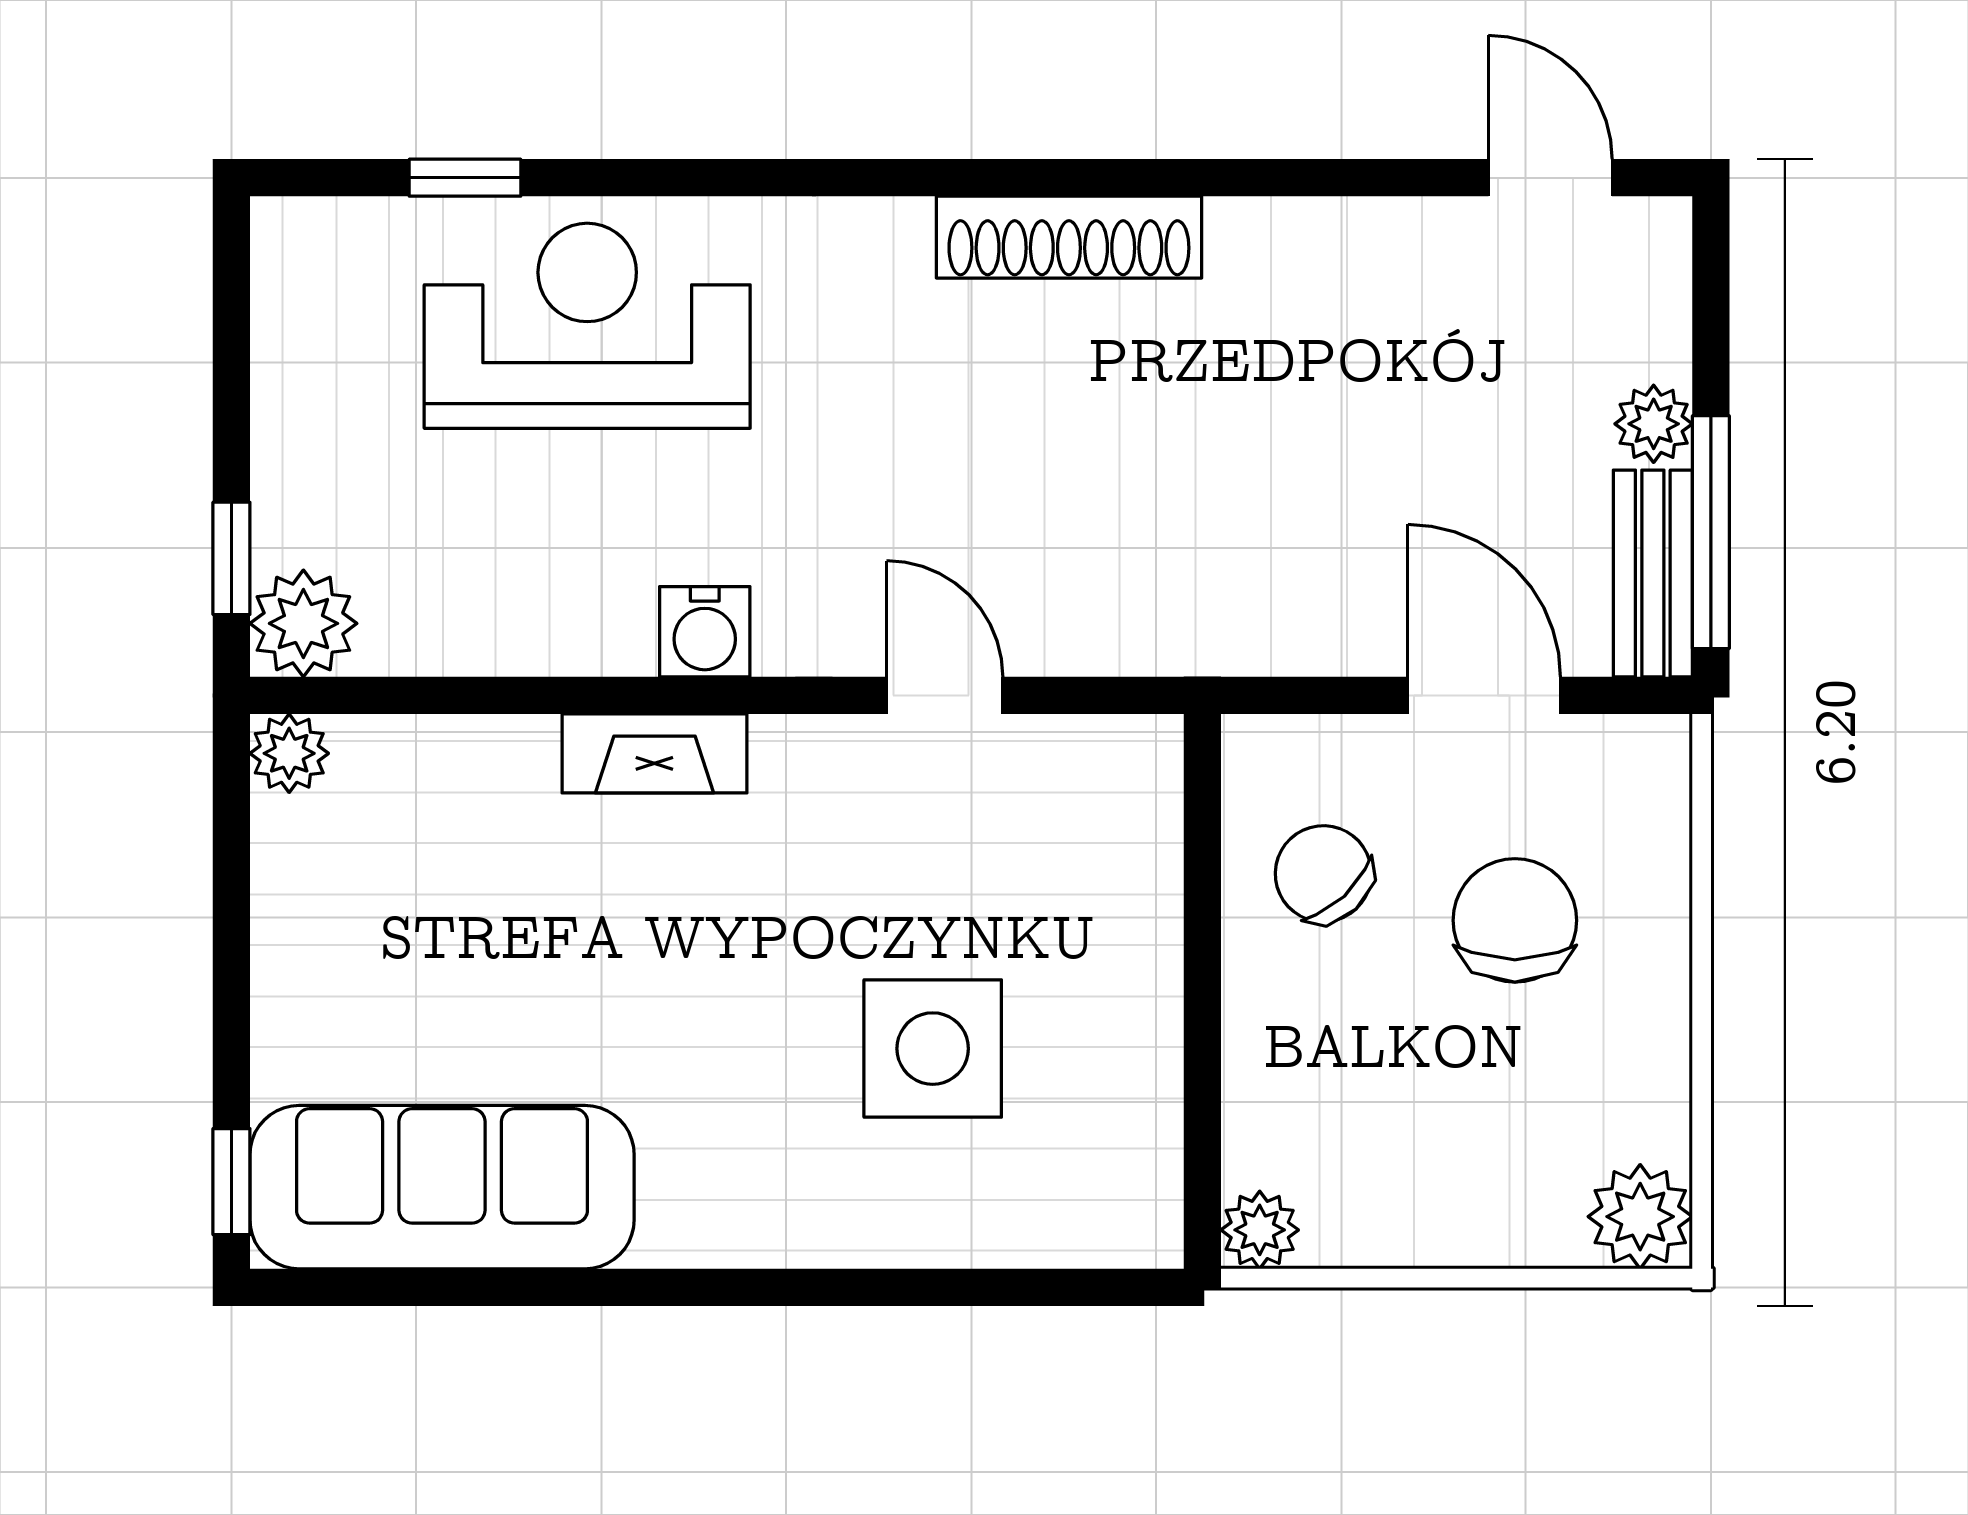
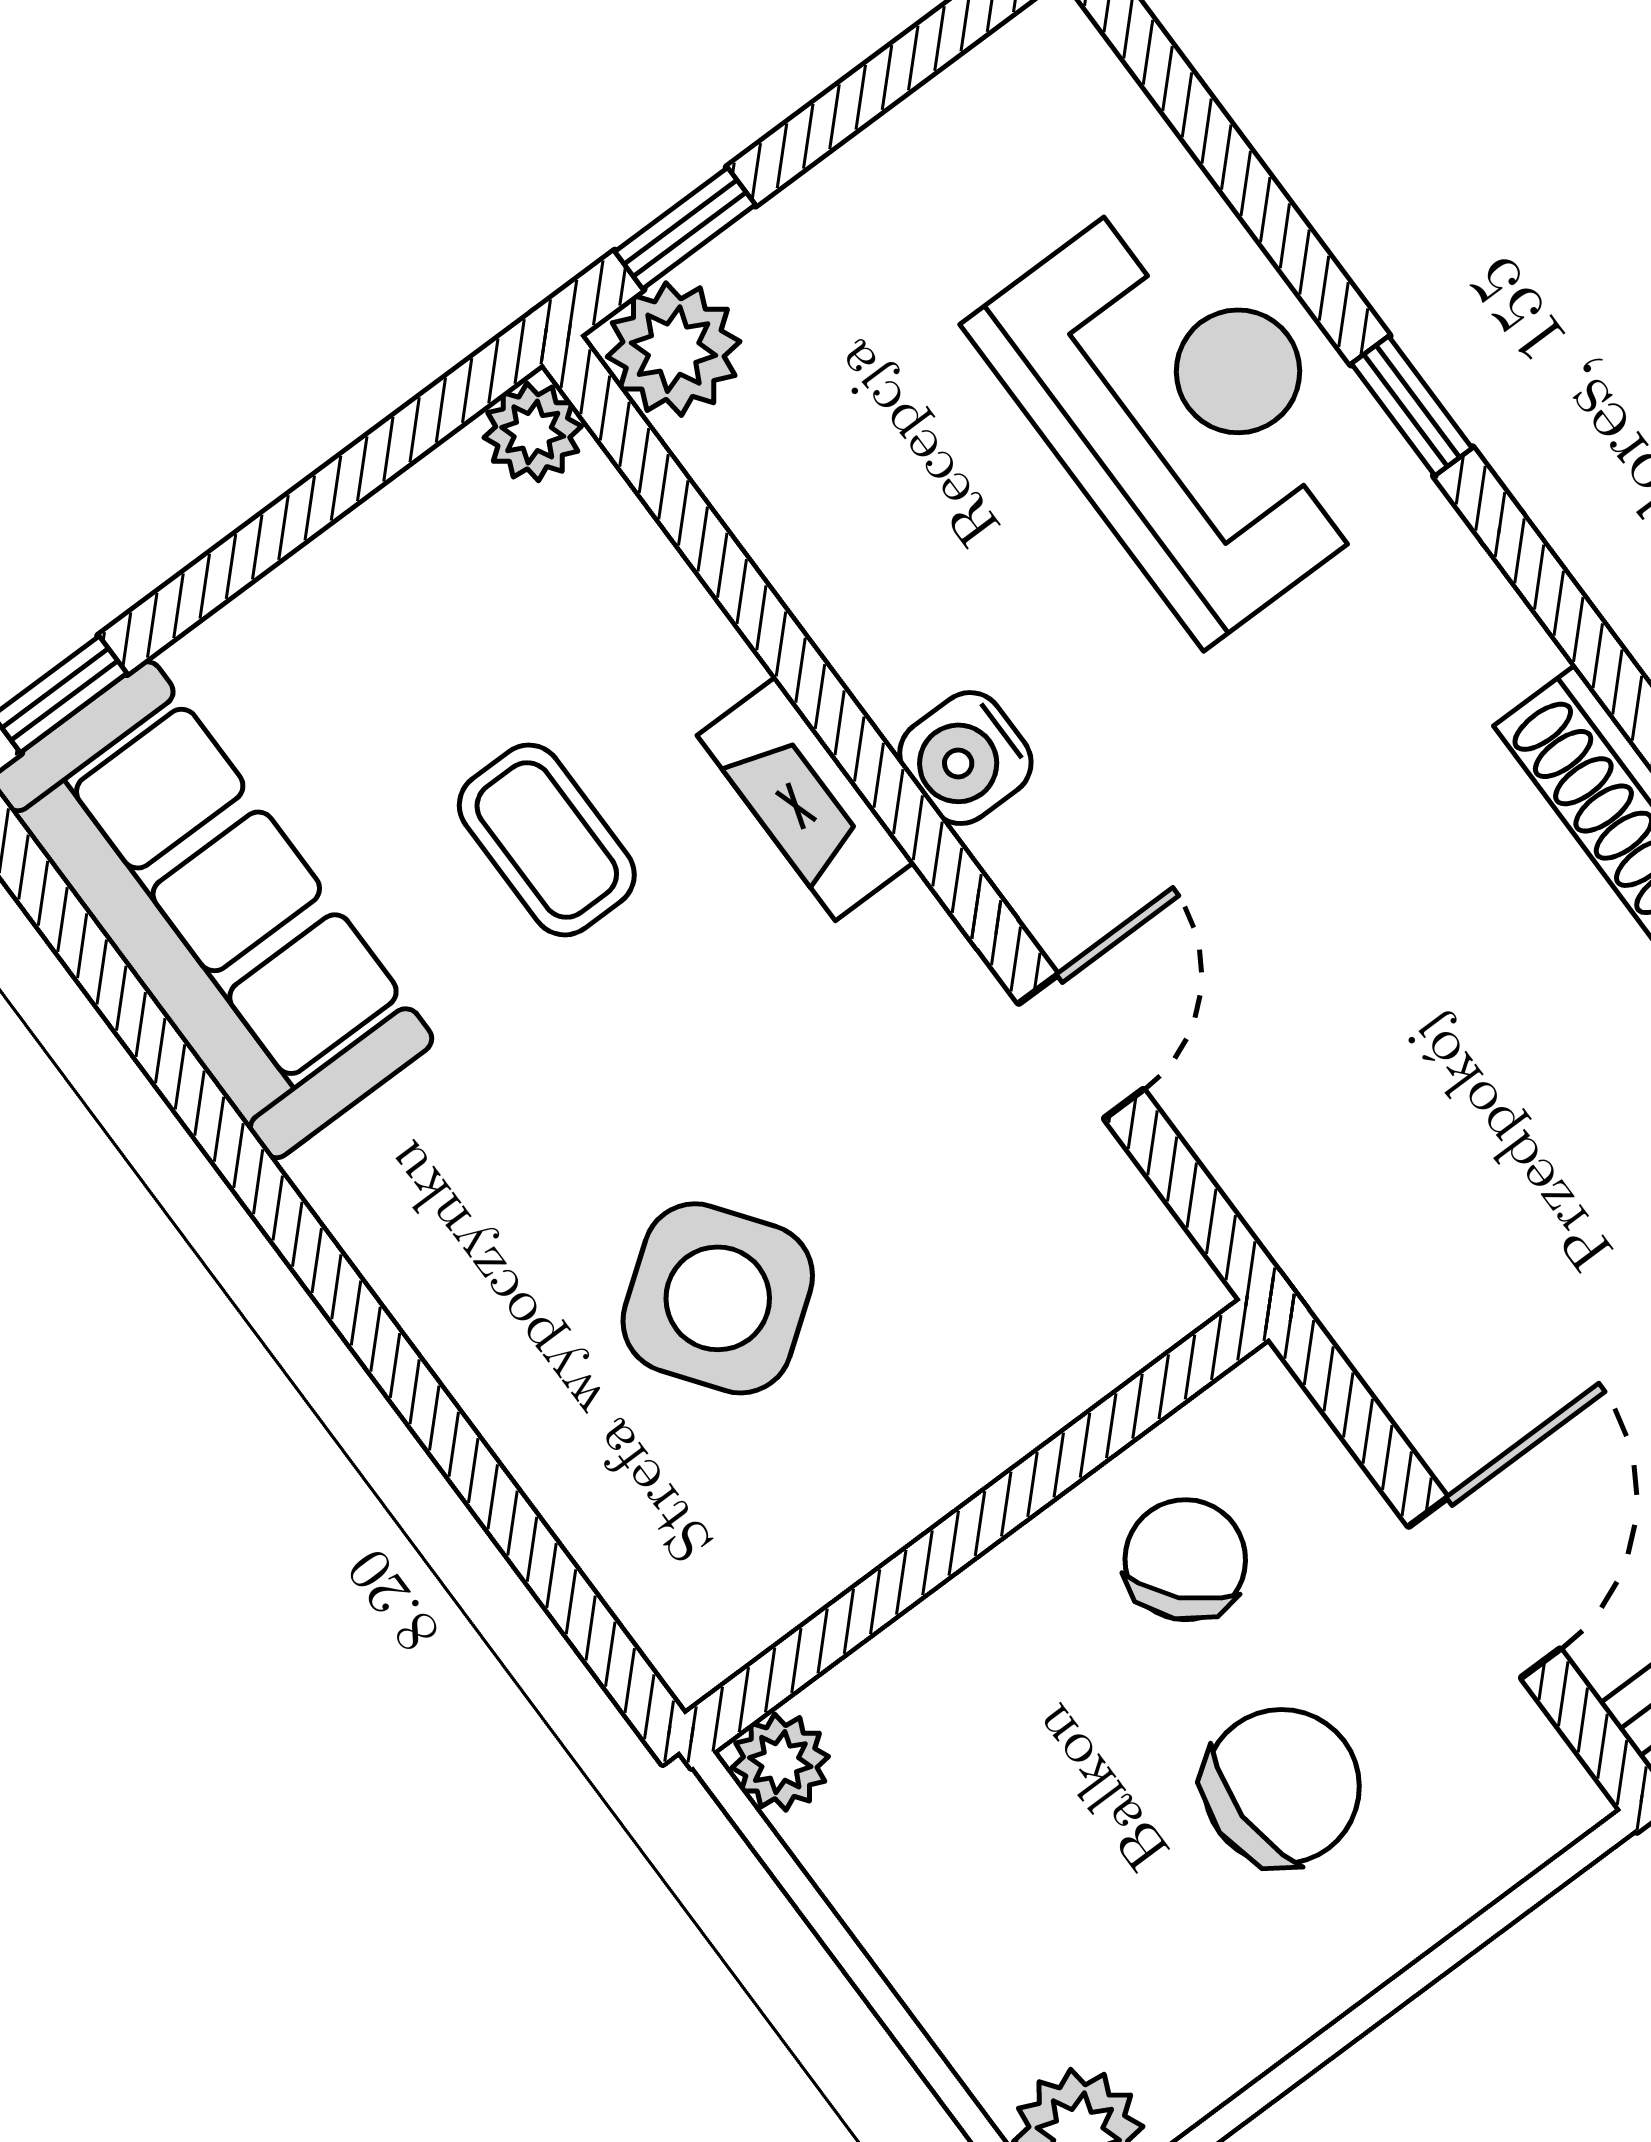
window: (465, 178) -> (1412, 406), moved
coffee table: (557, 939) -> (547, 840), added
side table: (933, 1049) -> (718, 1298), turned -36

